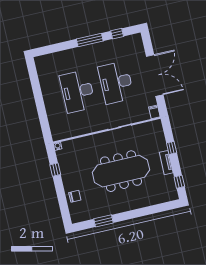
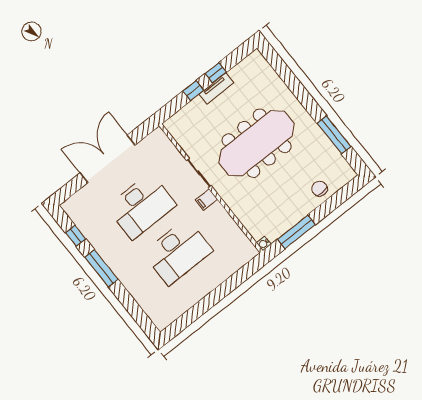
filing cabinet: (154, 112) -> (206, 200), moved
window: (55, 170) -> (296, 232), width x2.17
meeting table: (121, 171) -> (257, 143), turned 90
window: (179, 182) -> (216, 73), moved
window: (103, 221) -> (334, 135), width x1.44

